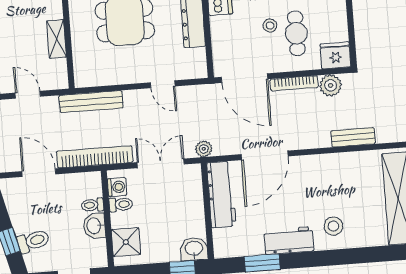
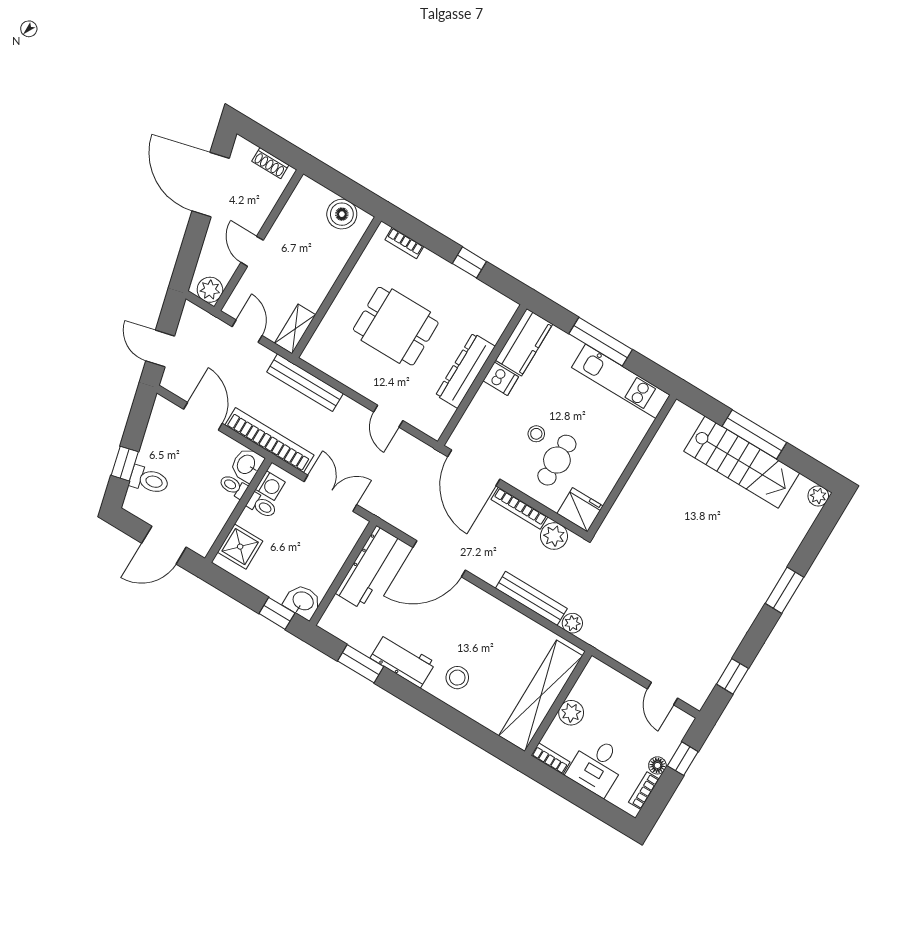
shelving: (56, 39) -> (295, 329), moved
bench: (353, 137) -> (531, 598), width x1.36
plant: (204, 149) -> (572, 623), moved
washbasin: (94, 226) -> (247, 465), moved

